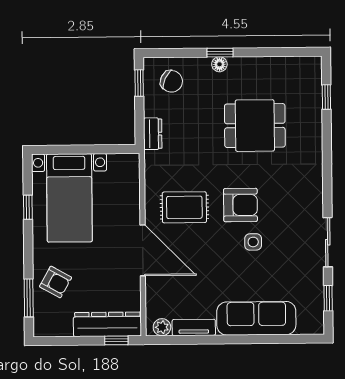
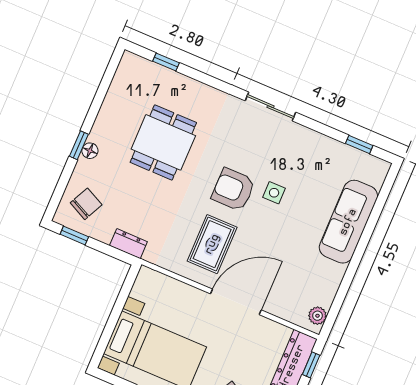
armchair: (240, 205) -> (233, 189), turned -90
sliding door: (328, 242) -> (270, 107), moved
tv unit: (194, 327) -> (331, 285), removed

